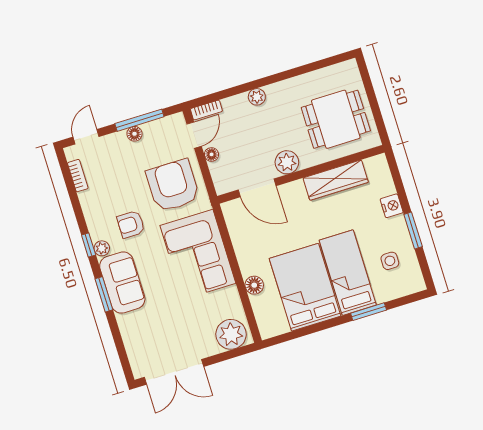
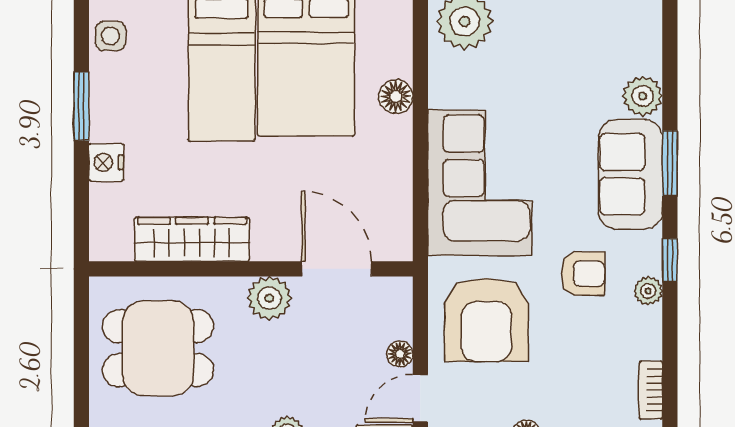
plant: (102, 248) -> (648, 291), moved
side table: (390, 261) -> (111, 36), moved
plant: (128, 324) -> (643, 96), added

